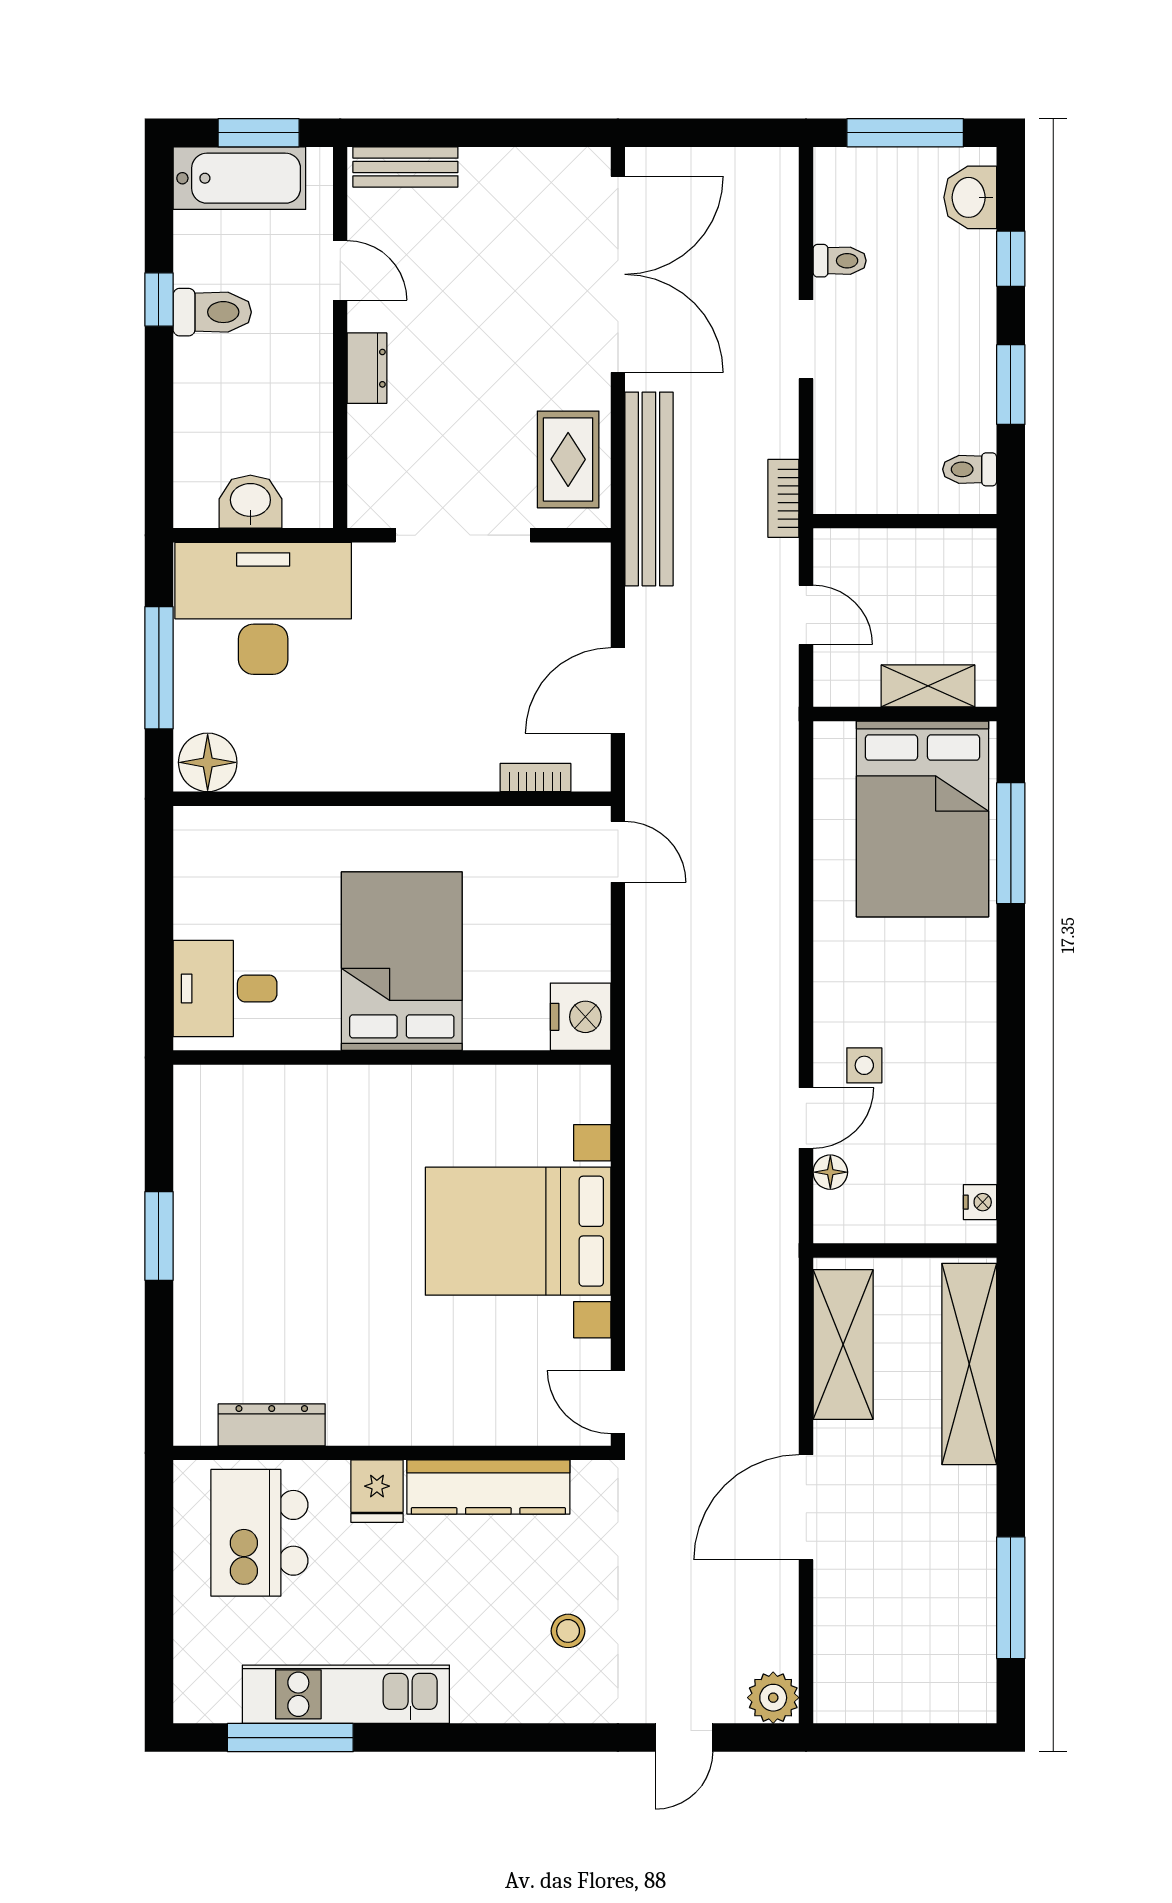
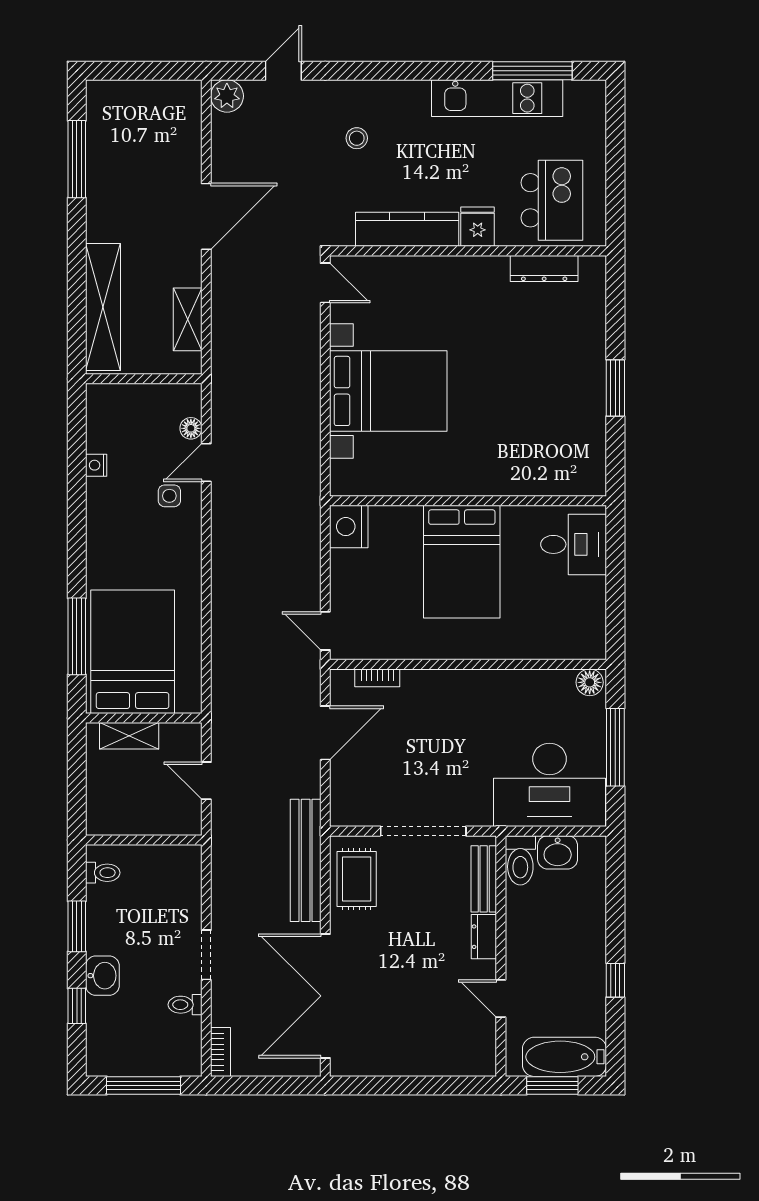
bench: (405, 167) -> (484, 879), moved, turned 90
washbasin: (970, 197) -> (102, 976), moved
toilet: (212, 312) -> (520, 860), moved, turned -90
bookcase: (783, 498) -> (221, 1052), moved
floor lamp: (208, 762) -> (590, 682), width x0.73, depth x0.73
nightstand: (980, 1202) -> (96, 465), moved
shelving: (843, 1344) -> (188, 319), width x0.67, depth x0.75

